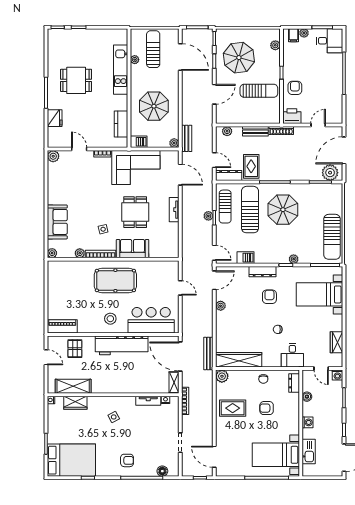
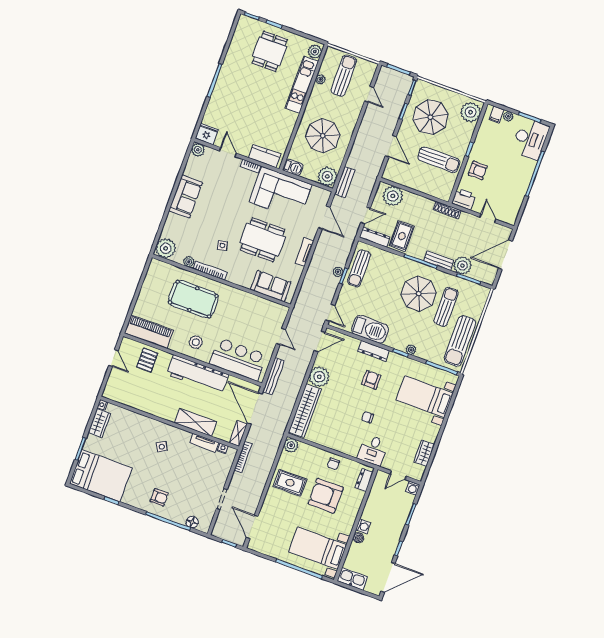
plant: (121, 38) -> (315, 52), added
desk: (330, 41) -> (530, 139), width x1.37
plant: (275, 45) -> (471, 112), width x1.87, depth x1.87
door: (180, 57) -> (369, 94), width x0.53
dining table: (76, 80) -> (270, 51), moved, turned 90
armchair: (295, 88) -> (478, 170), turned 90
door: (214, 94) -> (391, 146), hinge flipped
fridge: (55, 118) -> (207, 134), moved, turned -90
kitchen counter: (121, 124) -> (265, 156), moved, turned 90
door: (318, 125) -> (488, 218), hinge flipped
plant: (227, 131) -> (393, 196), width x1.88, depth x1.88
bench: (255, 131) -> (438, 260), moved
plant: (174, 143) -> (327, 176), width x1.88, depth x1.88
door: (214, 160) -> (366, 215), hinge flipped
plant: (330, 173) -> (462, 266), moved
sun lounger: (250, 210) -> (446, 307), moved, width x0.73, depth x0.75
dining table: (135, 212) -> (263, 240), width x1.37
sofa: (57, 222) -> (186, 197), moved
sofa: (133, 249) -> (271, 286), moved
plant: (52, 253) -> (166, 248), width x1.87, depth x1.87
barbecue: (246, 258) -> (370, 329), width x1.88, depth x1.53
pool table: (115, 280) -> (193, 299), moved
plant: (221, 306) -> (319, 377), width x1.88, depth x1.88
piano: (62, 326) -> (149, 332), width x1.37, depth x1.33
bench: (208, 353) -> (274, 376), moved
wardrobe: (239, 360) -> (305, 411), moved, turned 90
door: (321, 369) -> (398, 475), hinge flipped
shelving: (73, 386) -> (195, 422), moved
boiler: (307, 397) -> (358, 538), moved
wardrobe: (75, 403) -> (99, 423), moved, turned -90
armchair: (267, 408) -> (326, 496), width x1.88, depth x1.88
kitchen sink: (309, 451) -> (352, 579), moved, turned -90

